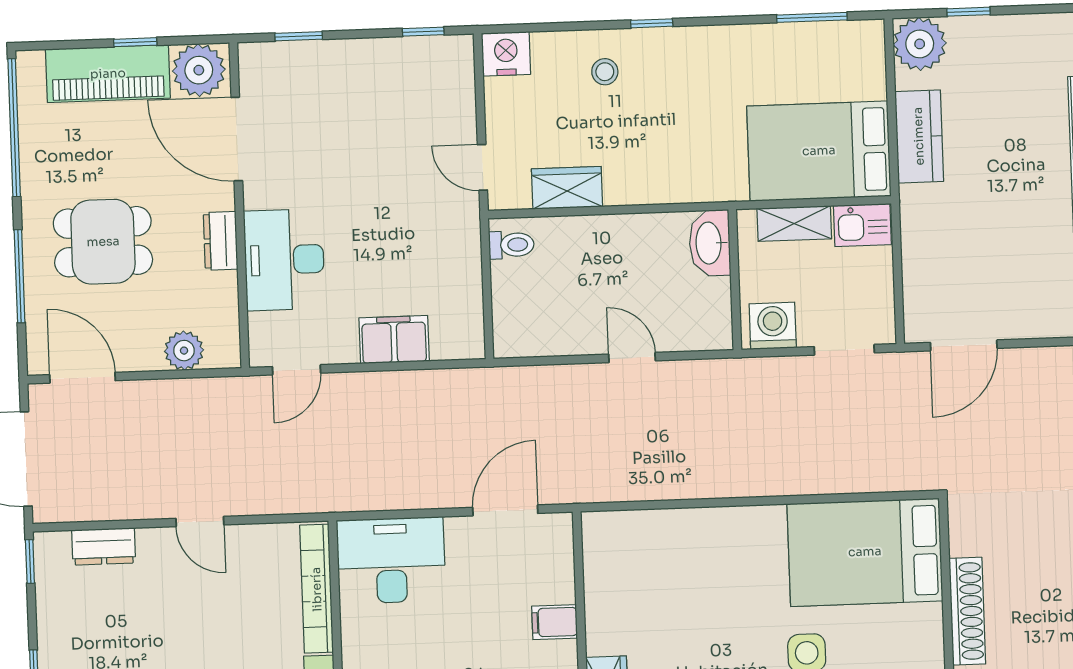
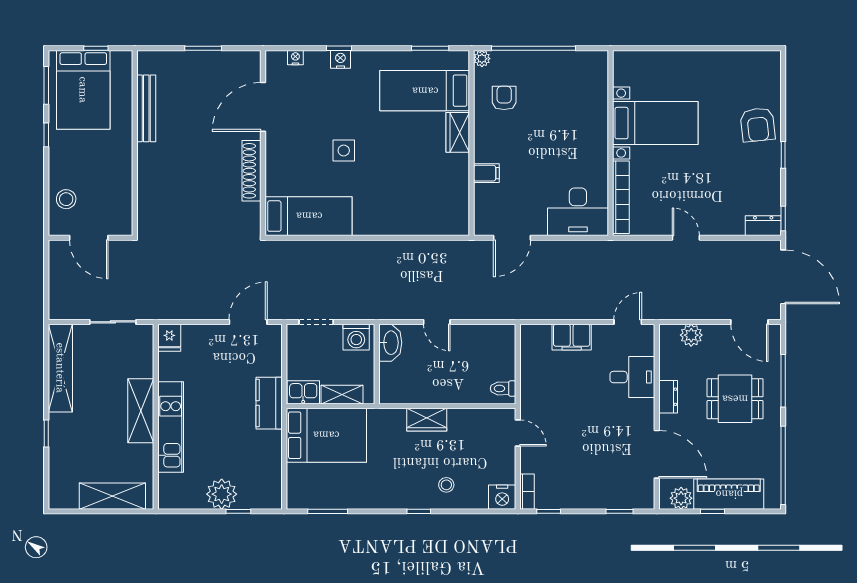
plant: (920, 44) -> (222, 494), moved
bookcase: (463, 65) -> (527, 492), added
plant: (199, 70) -> (681, 498), width x0.73, depth x0.73
kitchen counter: (919, 136) -> (269, 403), moved
wardrobe: (567, 188) -> (427, 420), moved
washbasin: (710, 243) -> (390, 343), moved
desk: (284, 260) -> (632, 377), width x0.73
dresser: (104, 546) -> (763, 226), moved
bed: (865, 552) -> (309, 216), width x0.67

